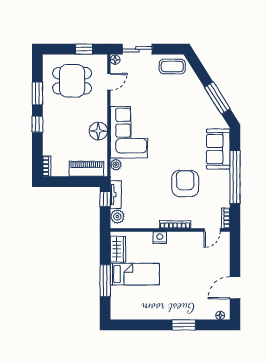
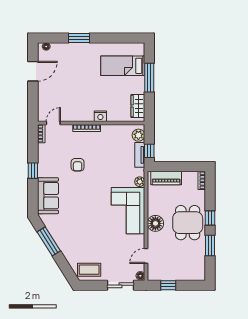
dining table: (72, 81) -> (188, 223), moved, turned 90
floor lamp: (98, 131) -> (155, 223), moved
window: (235, 177) -> (33, 171), width x0.32
armchair: (185, 183) -> (78, 165), width x0.53, depth x0.53
bed: (135, 274) -> (123, 66), moved

